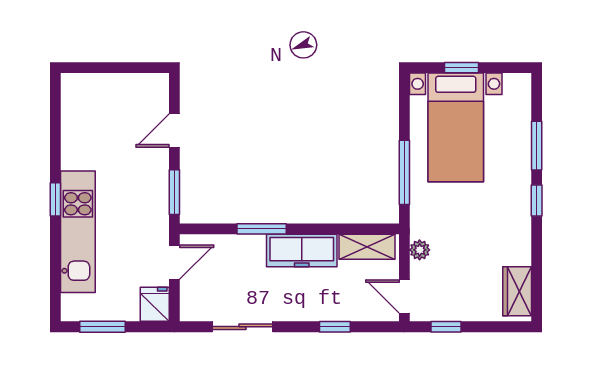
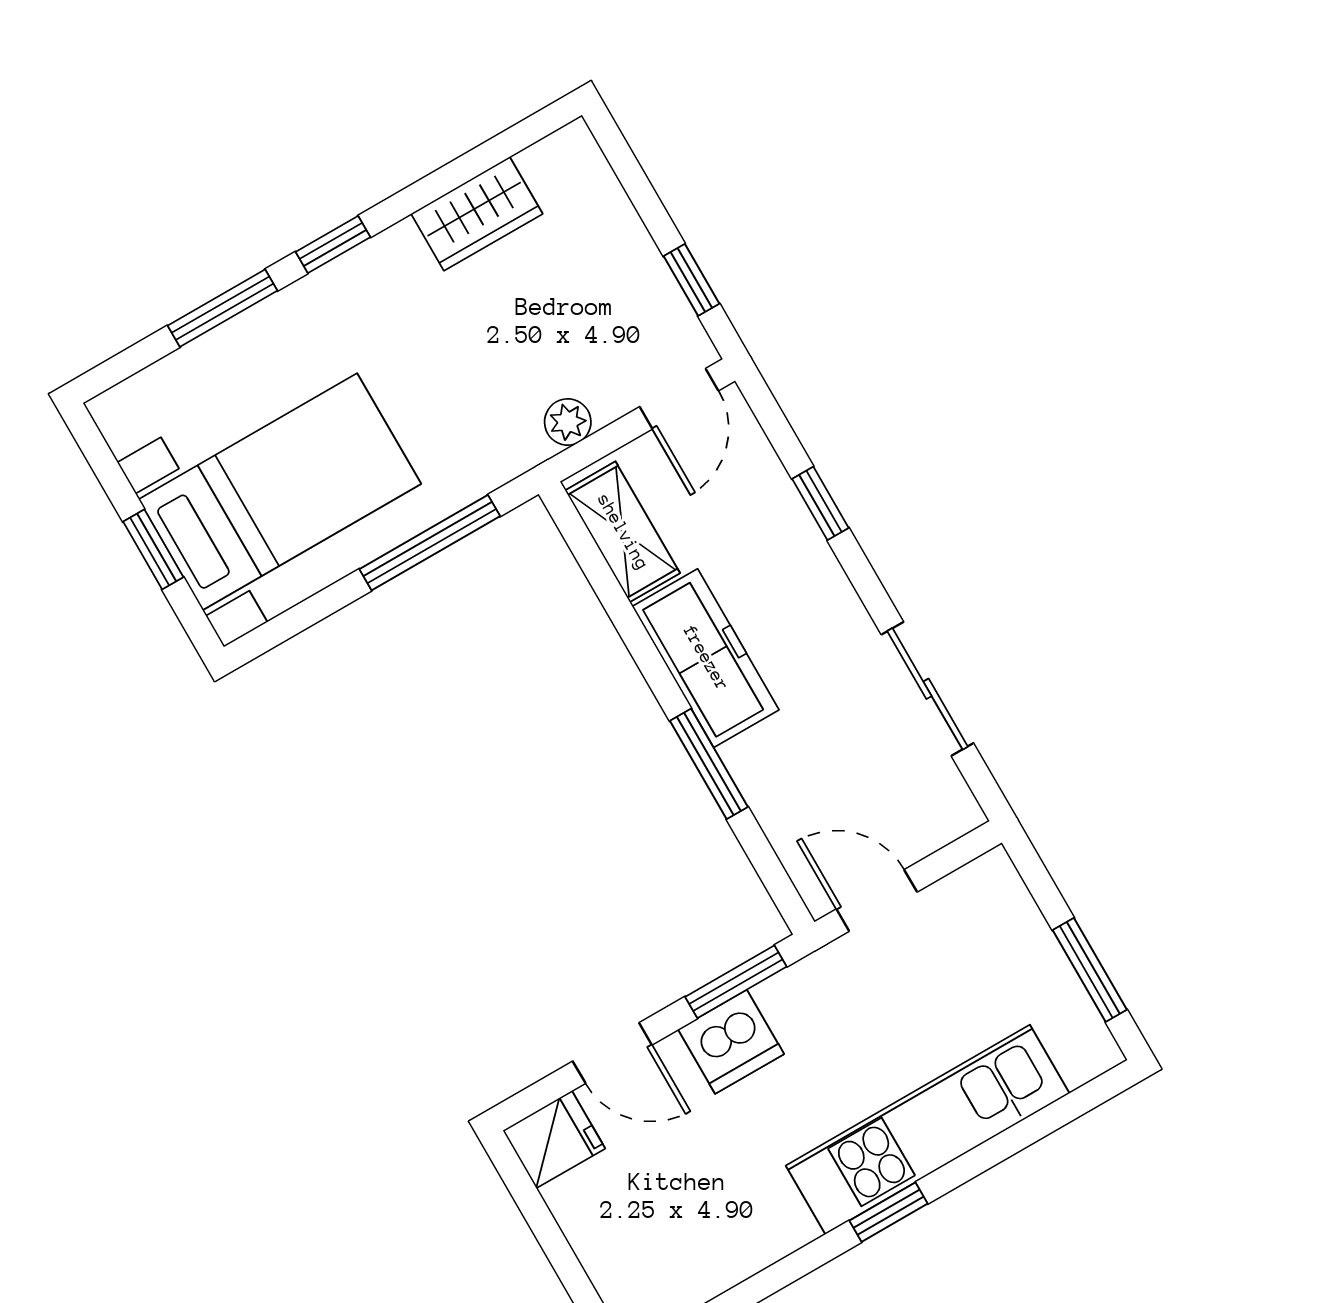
dishwasher: (153, 177) -> (731, 1042), added
wardrobe: (517, 291) -> (477, 214), moved
fridge: (155, 304) -> (554, 1139), moved, turned 180

